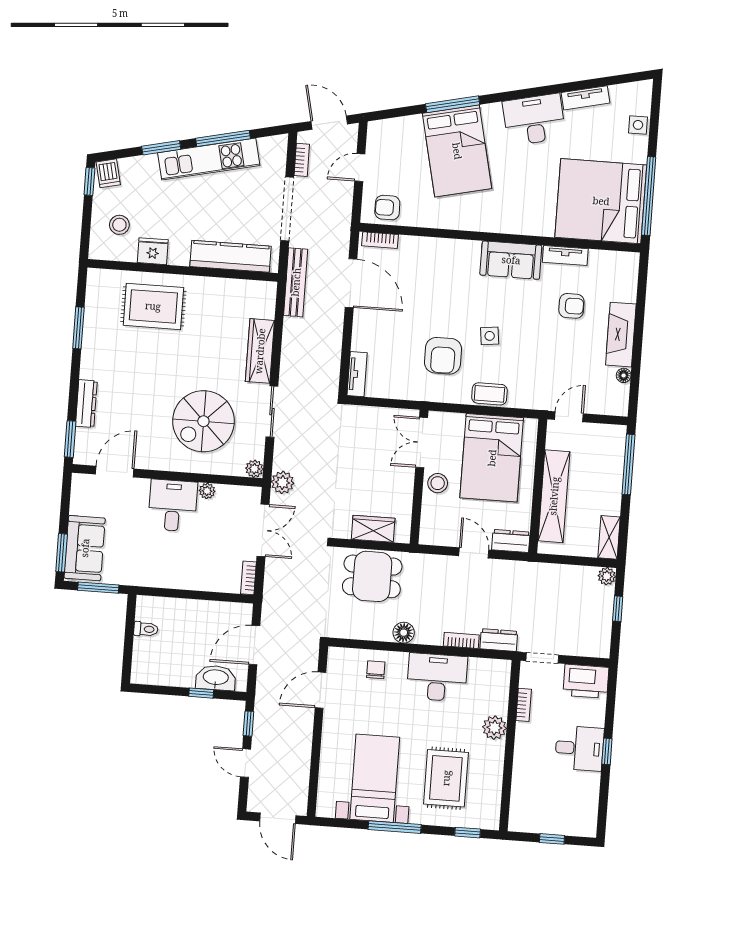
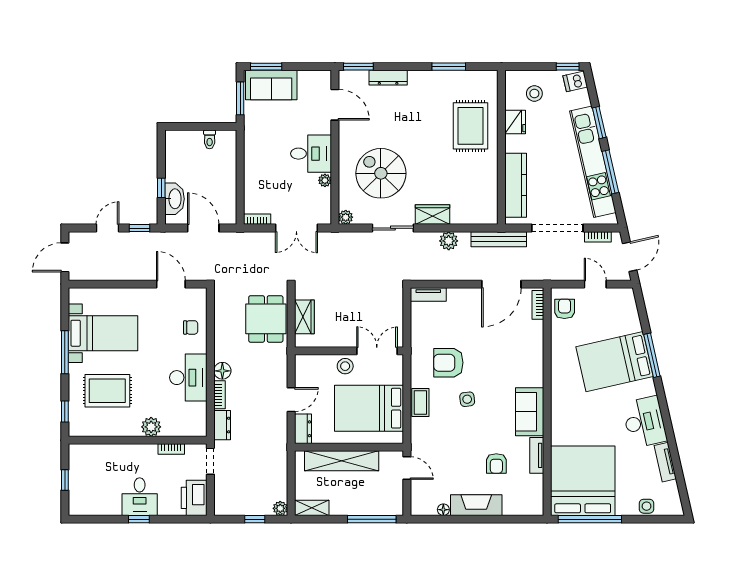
kitchen unit: (209, 159) -> (593, 162), width x1.36
wardrobe: (260, 351) -> (433, 215), width x0.67
plant: (283, 482) -> (449, 241), moved
floor lamp: (404, 633) -> (222, 371), moved

